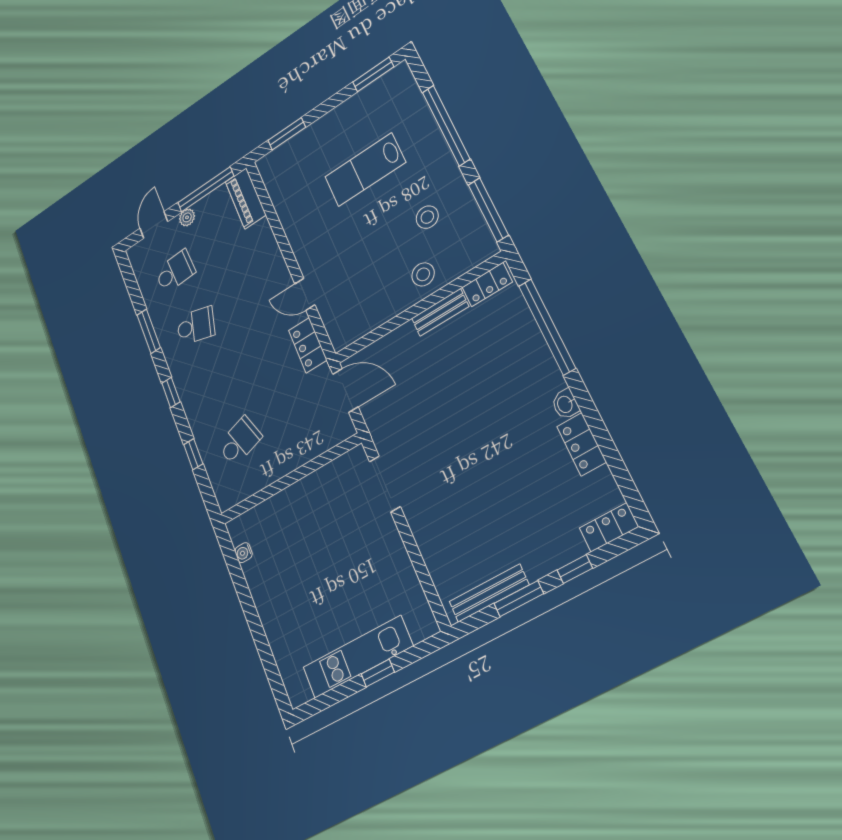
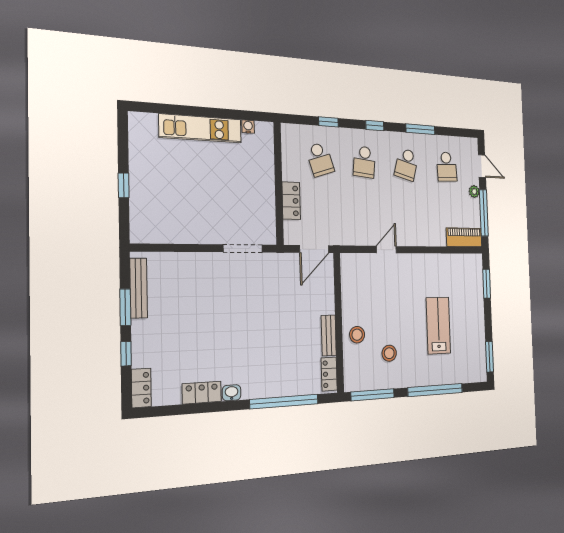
locker: (308, 345) -> (291, 201), moved, turned 90
school desk: (217, 382) -> (364, 162), added
kitchen unit: (358, 657) -> (201, 128), moved, turned 90

